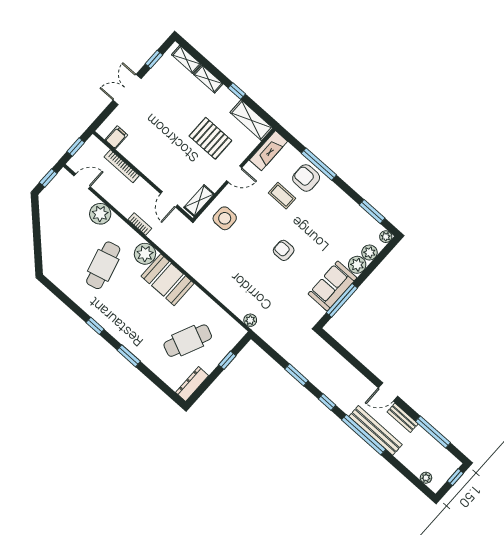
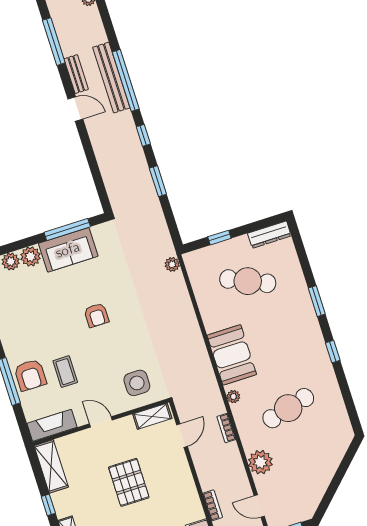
pallet: (210, 138) -> (129, 482), moved
bookcase: (122, 166) -> (213, 505), width x0.64
plant: (145, 254) -> (233, 397), width x0.53, depth x0.53

